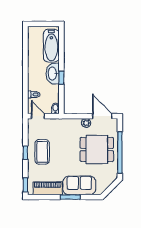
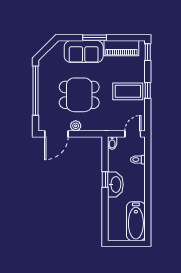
bathtub: (51, 46) -> (136, 221), moved, turned 180
door: (38, 116) -> (133, 134), swing flipped
door: (102, 116) -> (56, 134), hinge flipped
dining table: (97, 150) -> (79, 95), moved
coffee table: (42, 152) -> (128, 91), turned 90

